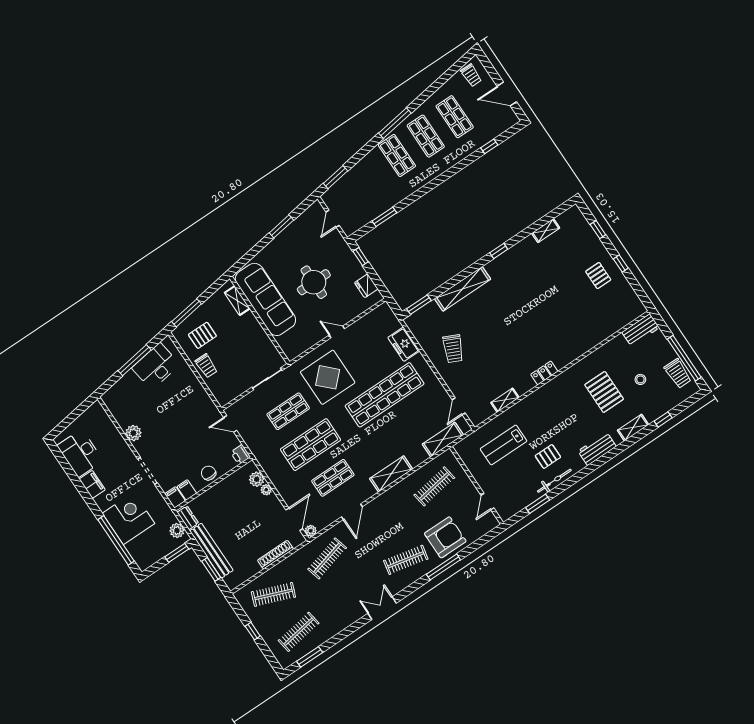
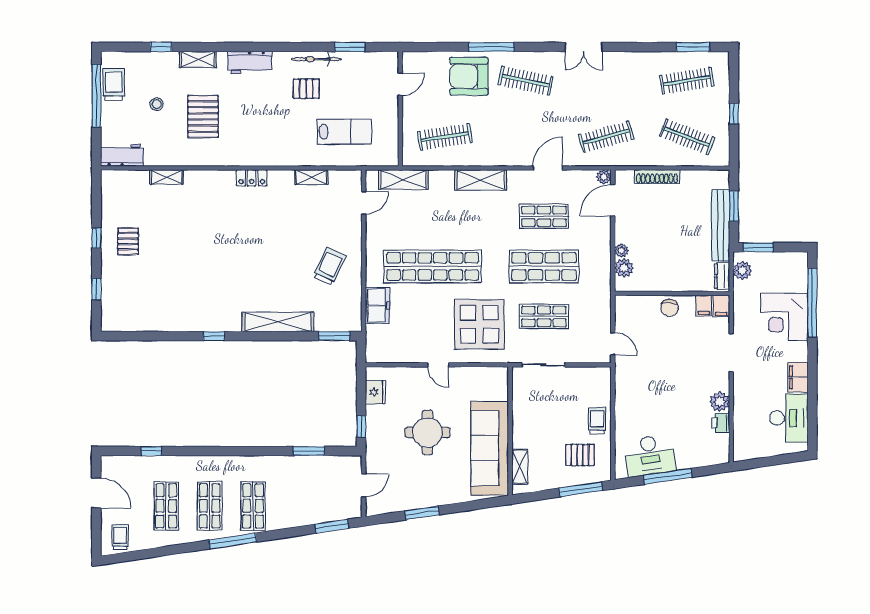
shelving: (546, 231) -> (167, 177), moved
printer: (240, 454) -> (721, 423), moved, turned 180

